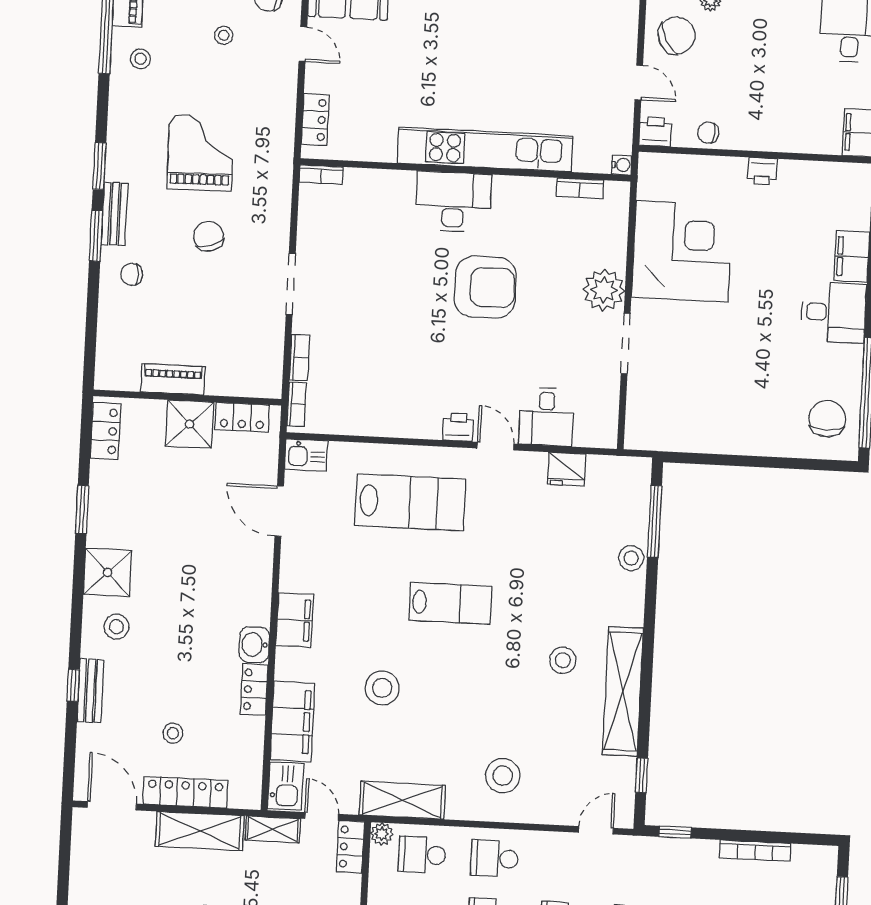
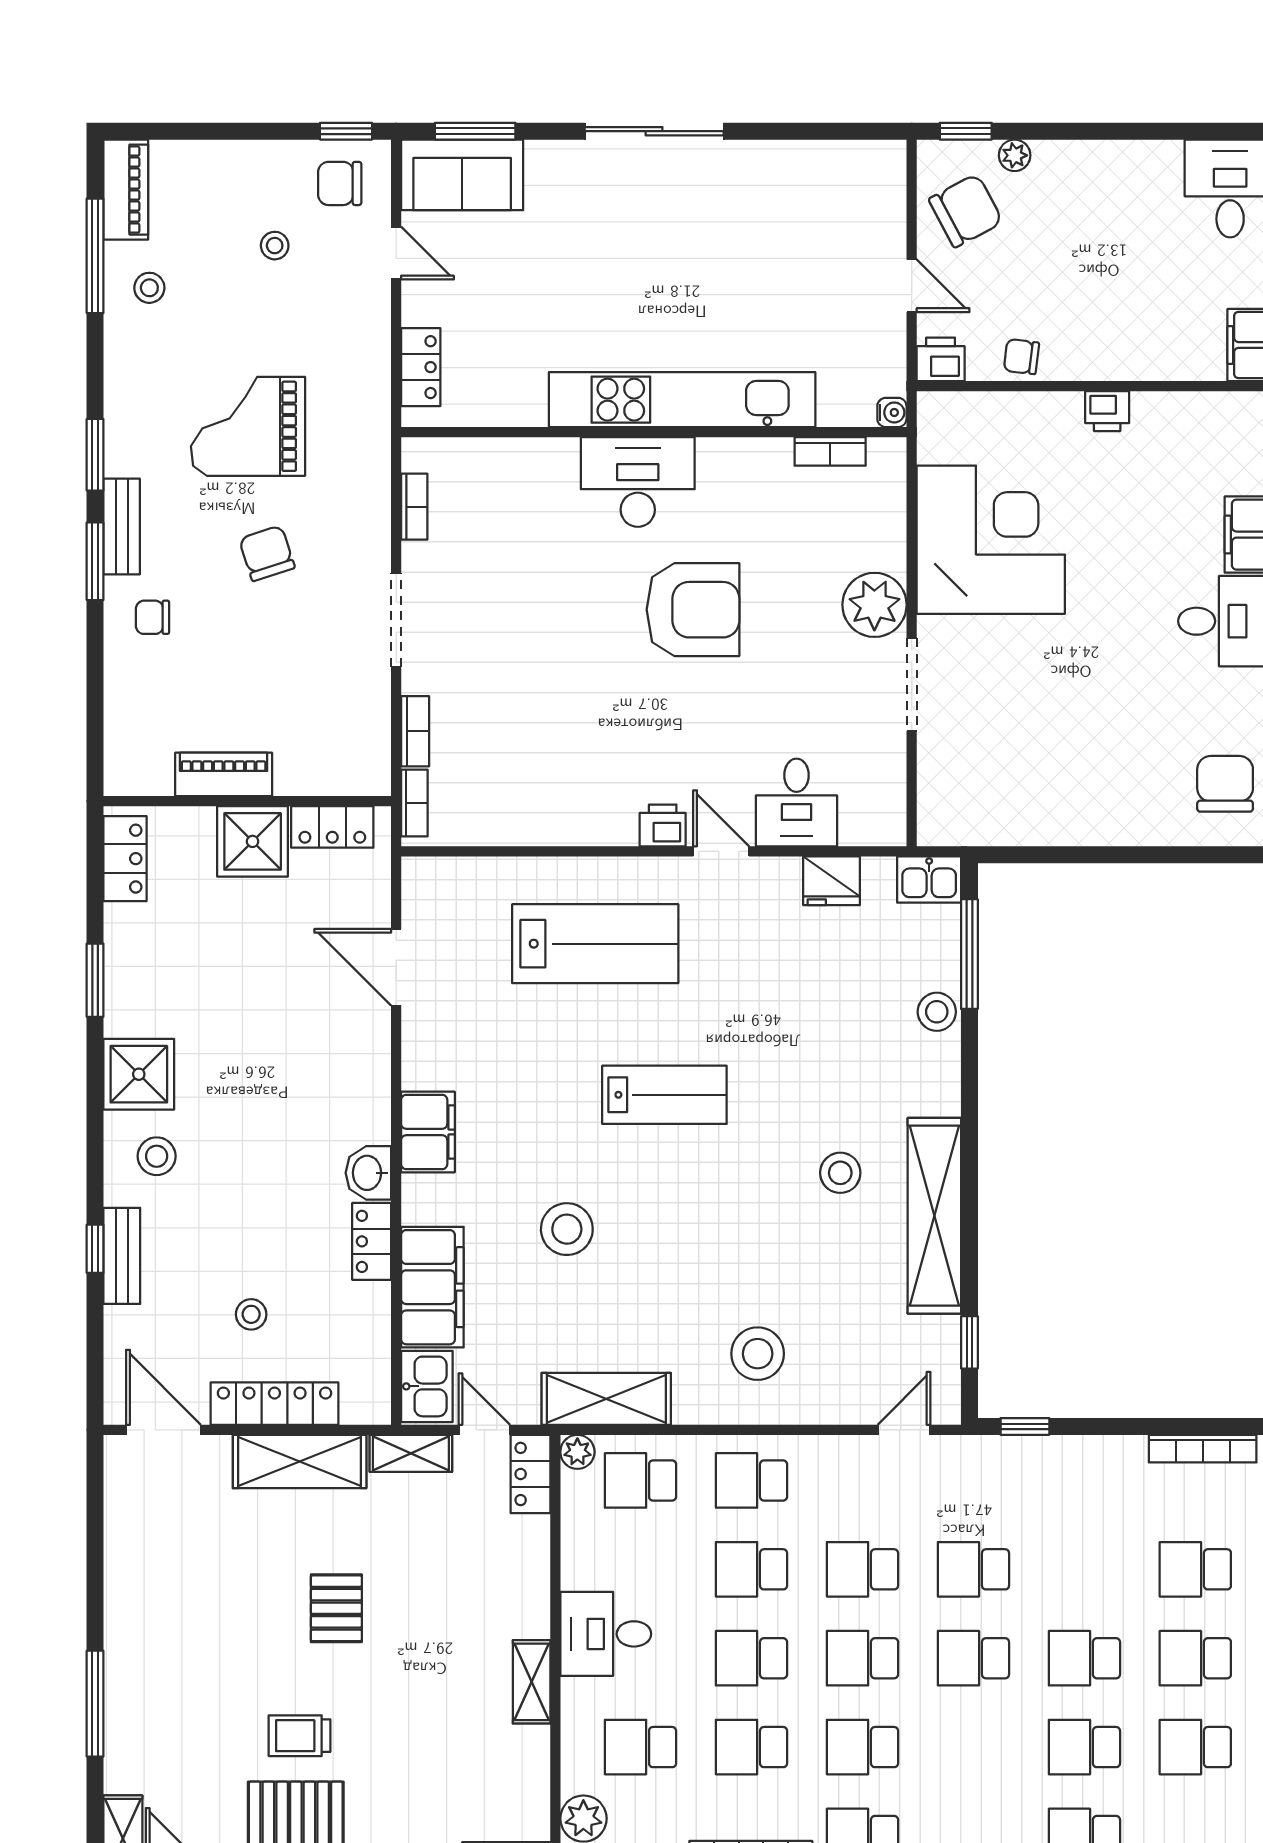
grand piano: (200, 153) -> (248, 426), turned -89
bookcase: (321, 174) -> (414, 507), moved, turned -90
kitchen sink: (306, 455) -> (929, 880), moved
bookcase: (755, 851) -> (1203, 1449), moved

